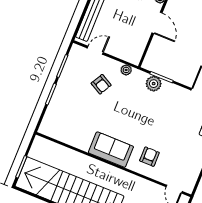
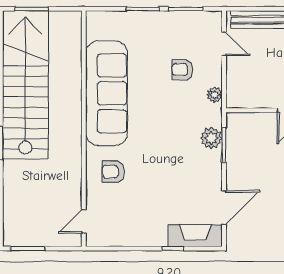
armchair: (101, 84) -> (183, 70), turned 61
sofa: (111, 150) -> (106, 93), width x1.85, depth x1.27
armchair: (149, 157) -> (113, 172), turned 180

